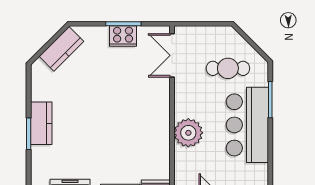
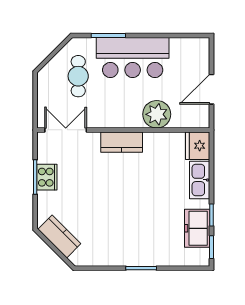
double door: (172, 55) -> (66, 130), swing flipped
kitchen counter: (41, 123) -> (122, 142), moved, turned 180
plant: (188, 133) -> (157, 114), moved

